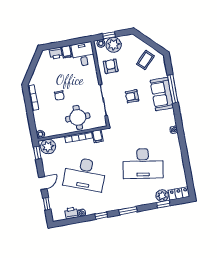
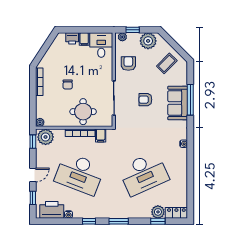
plant: (114, 45) -> (148, 41), moved
desk: (143, 163) -> (144, 174), turned -33
printer: (71, 213) -> (52, 210), width x1.87, depth x1.48

